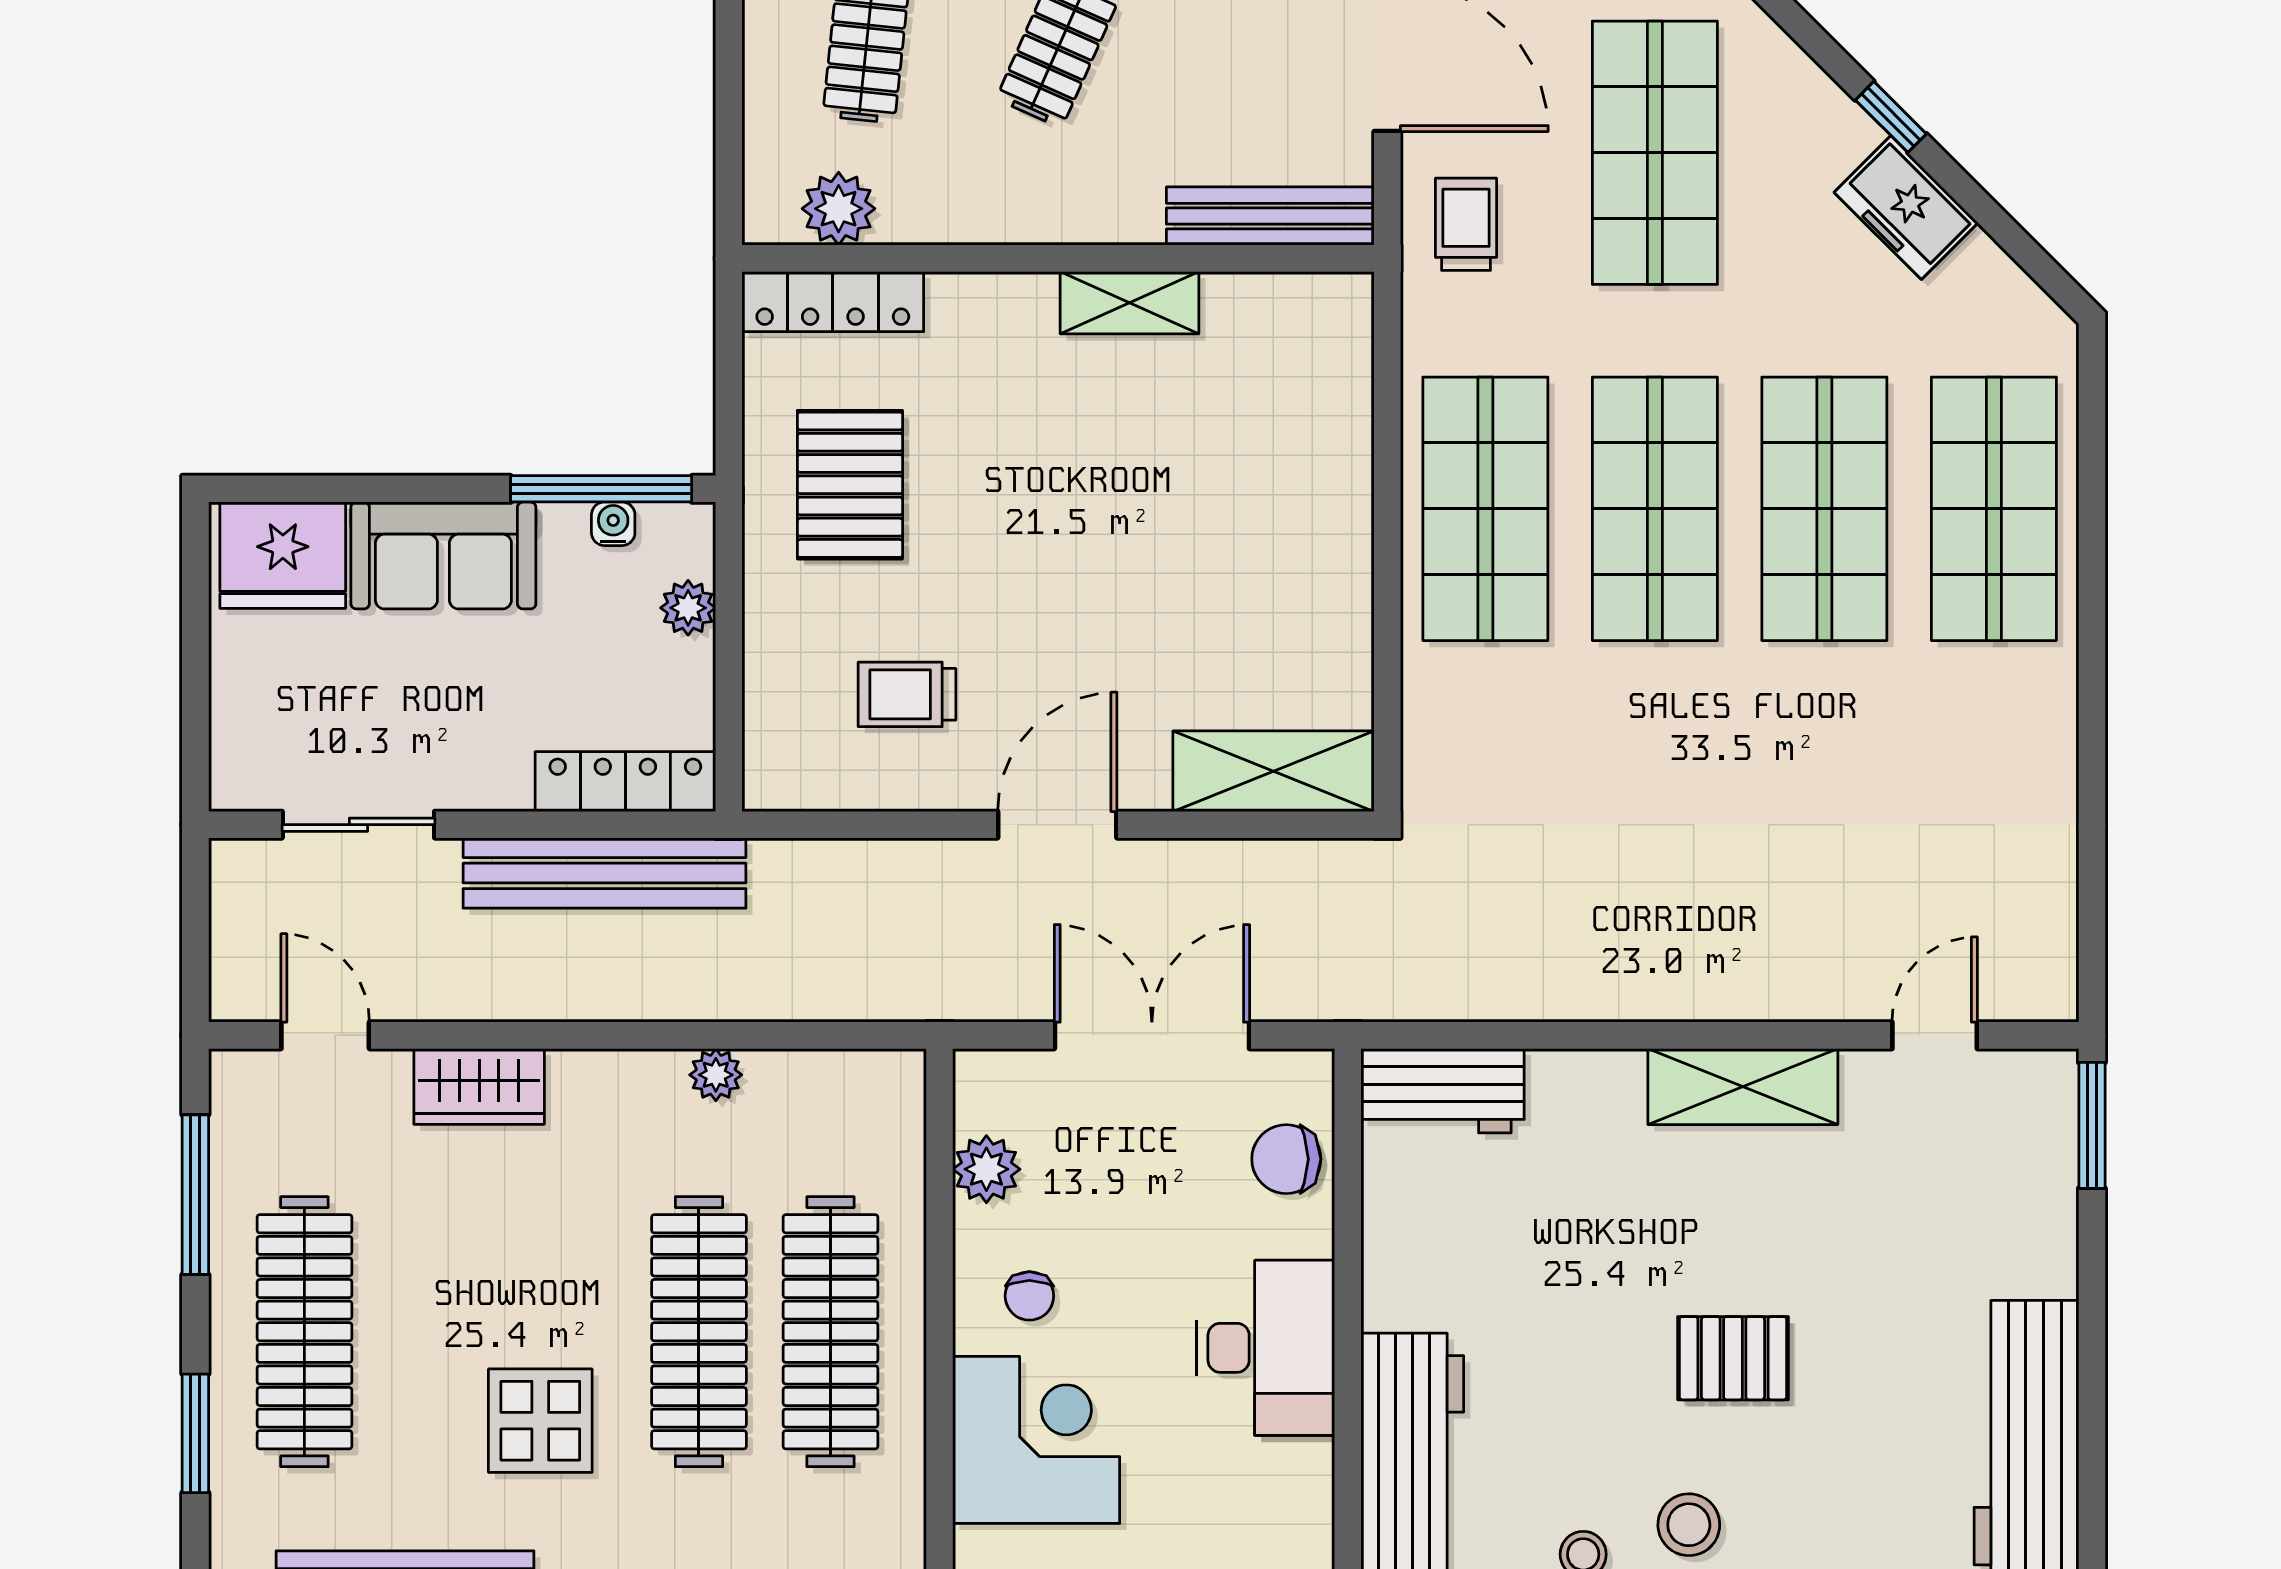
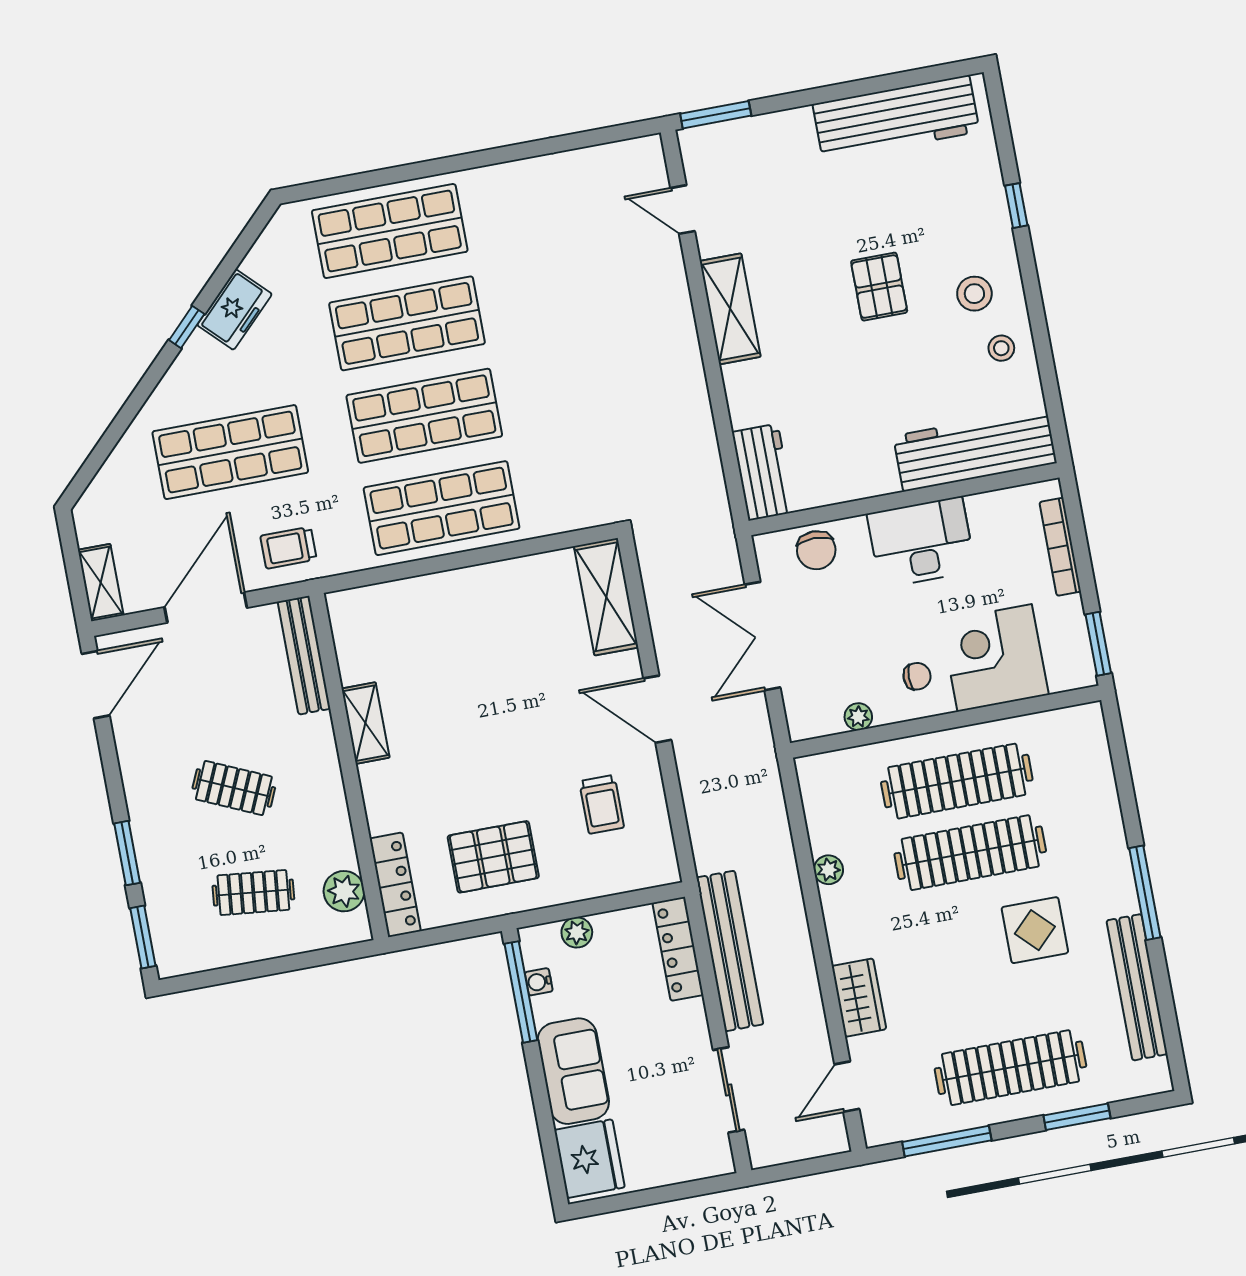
plant: (986, 1169) -> (858, 717), width x0.73, depth x0.73

